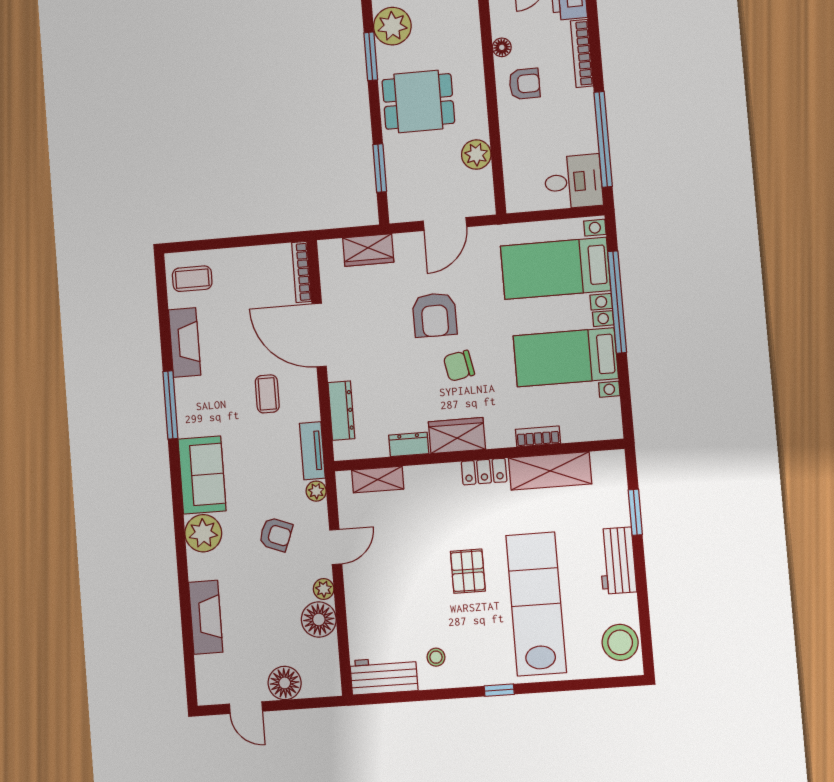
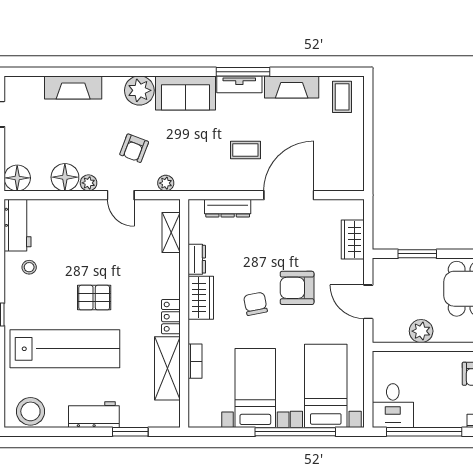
bookcase: (301, 272) -> (340, 185), removed
tv unit: (312, 451) -> (239, 84), moved, turned 180
floor lamp: (285, 683) -> (17, 178), moved

